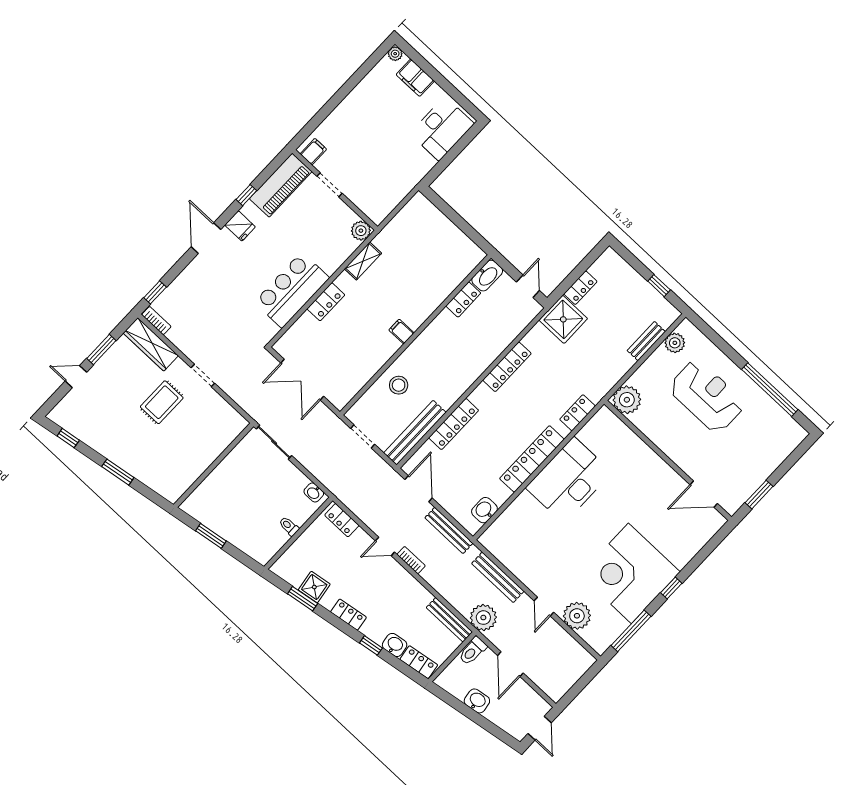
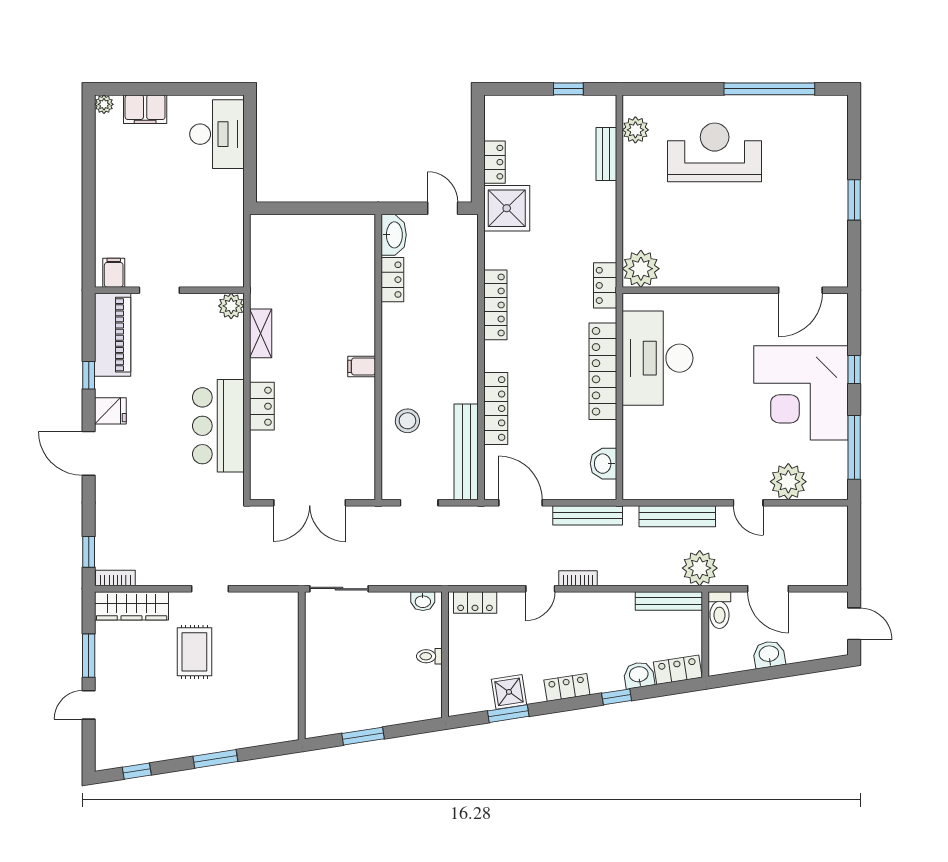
plant: (627, 400) -> (641, 269), moved
wall: (668, 460) -> (735, 290), moved
door: (704, 494) -> (800, 290), moved

